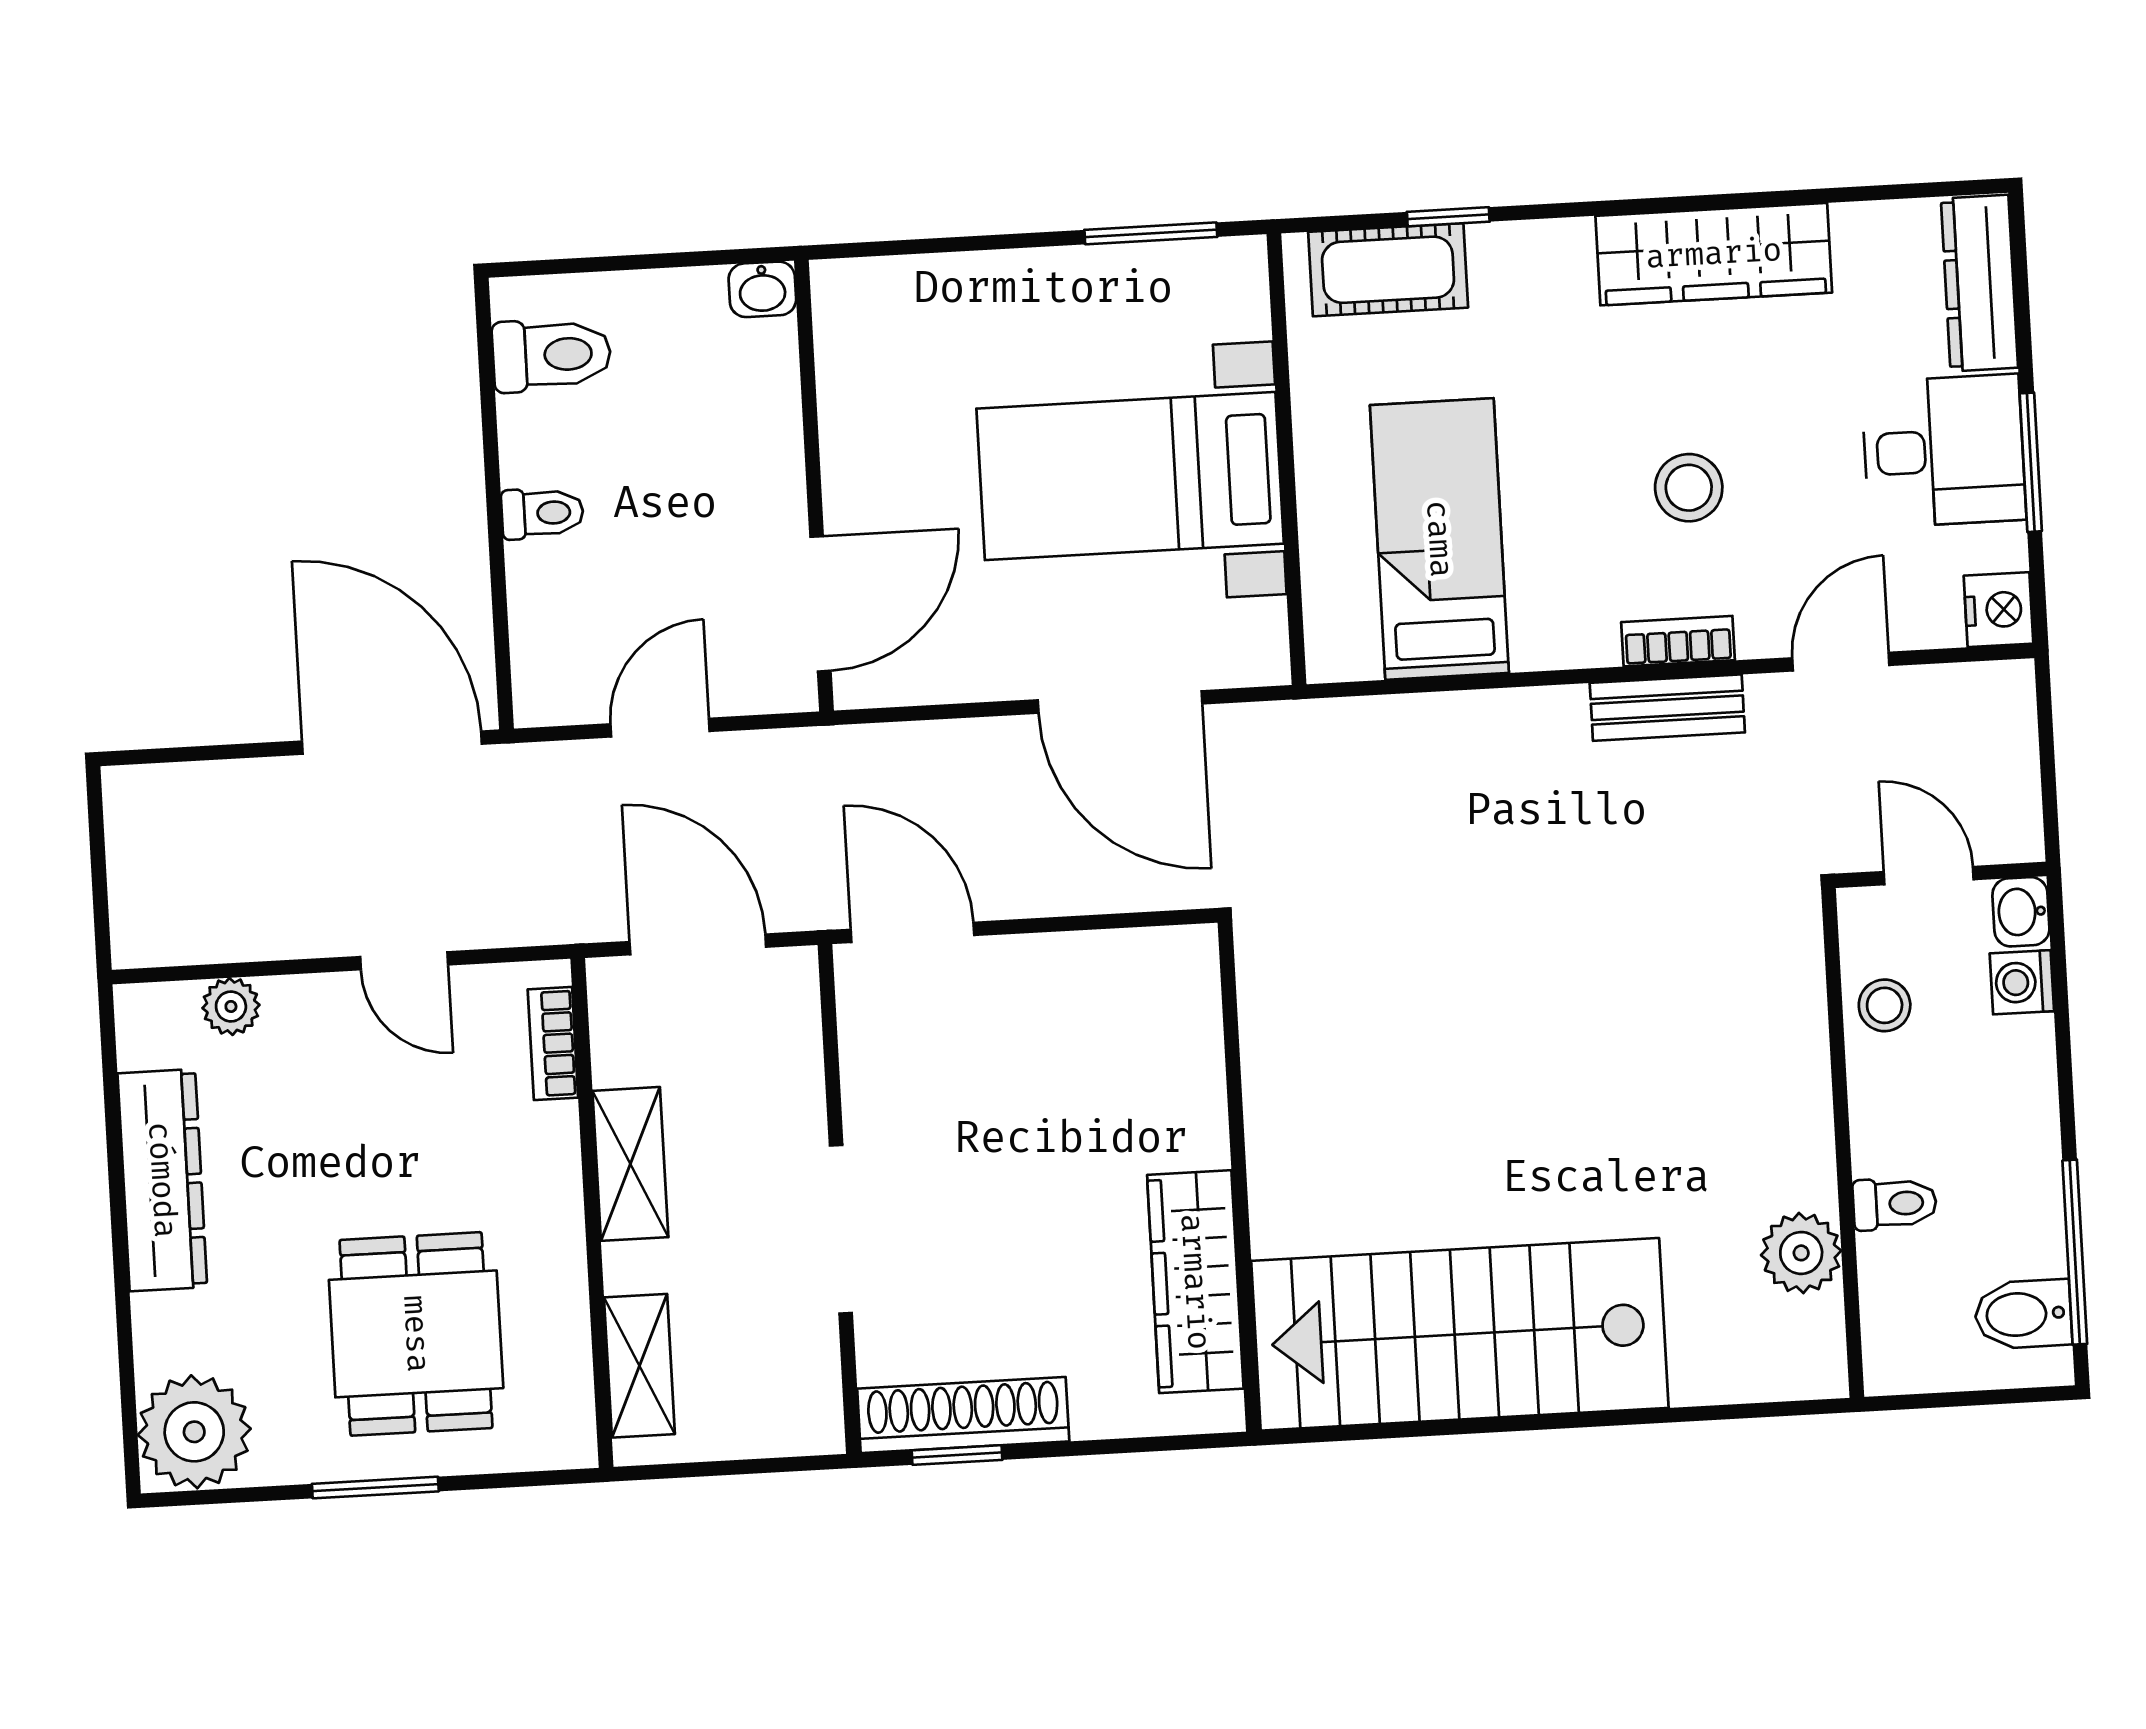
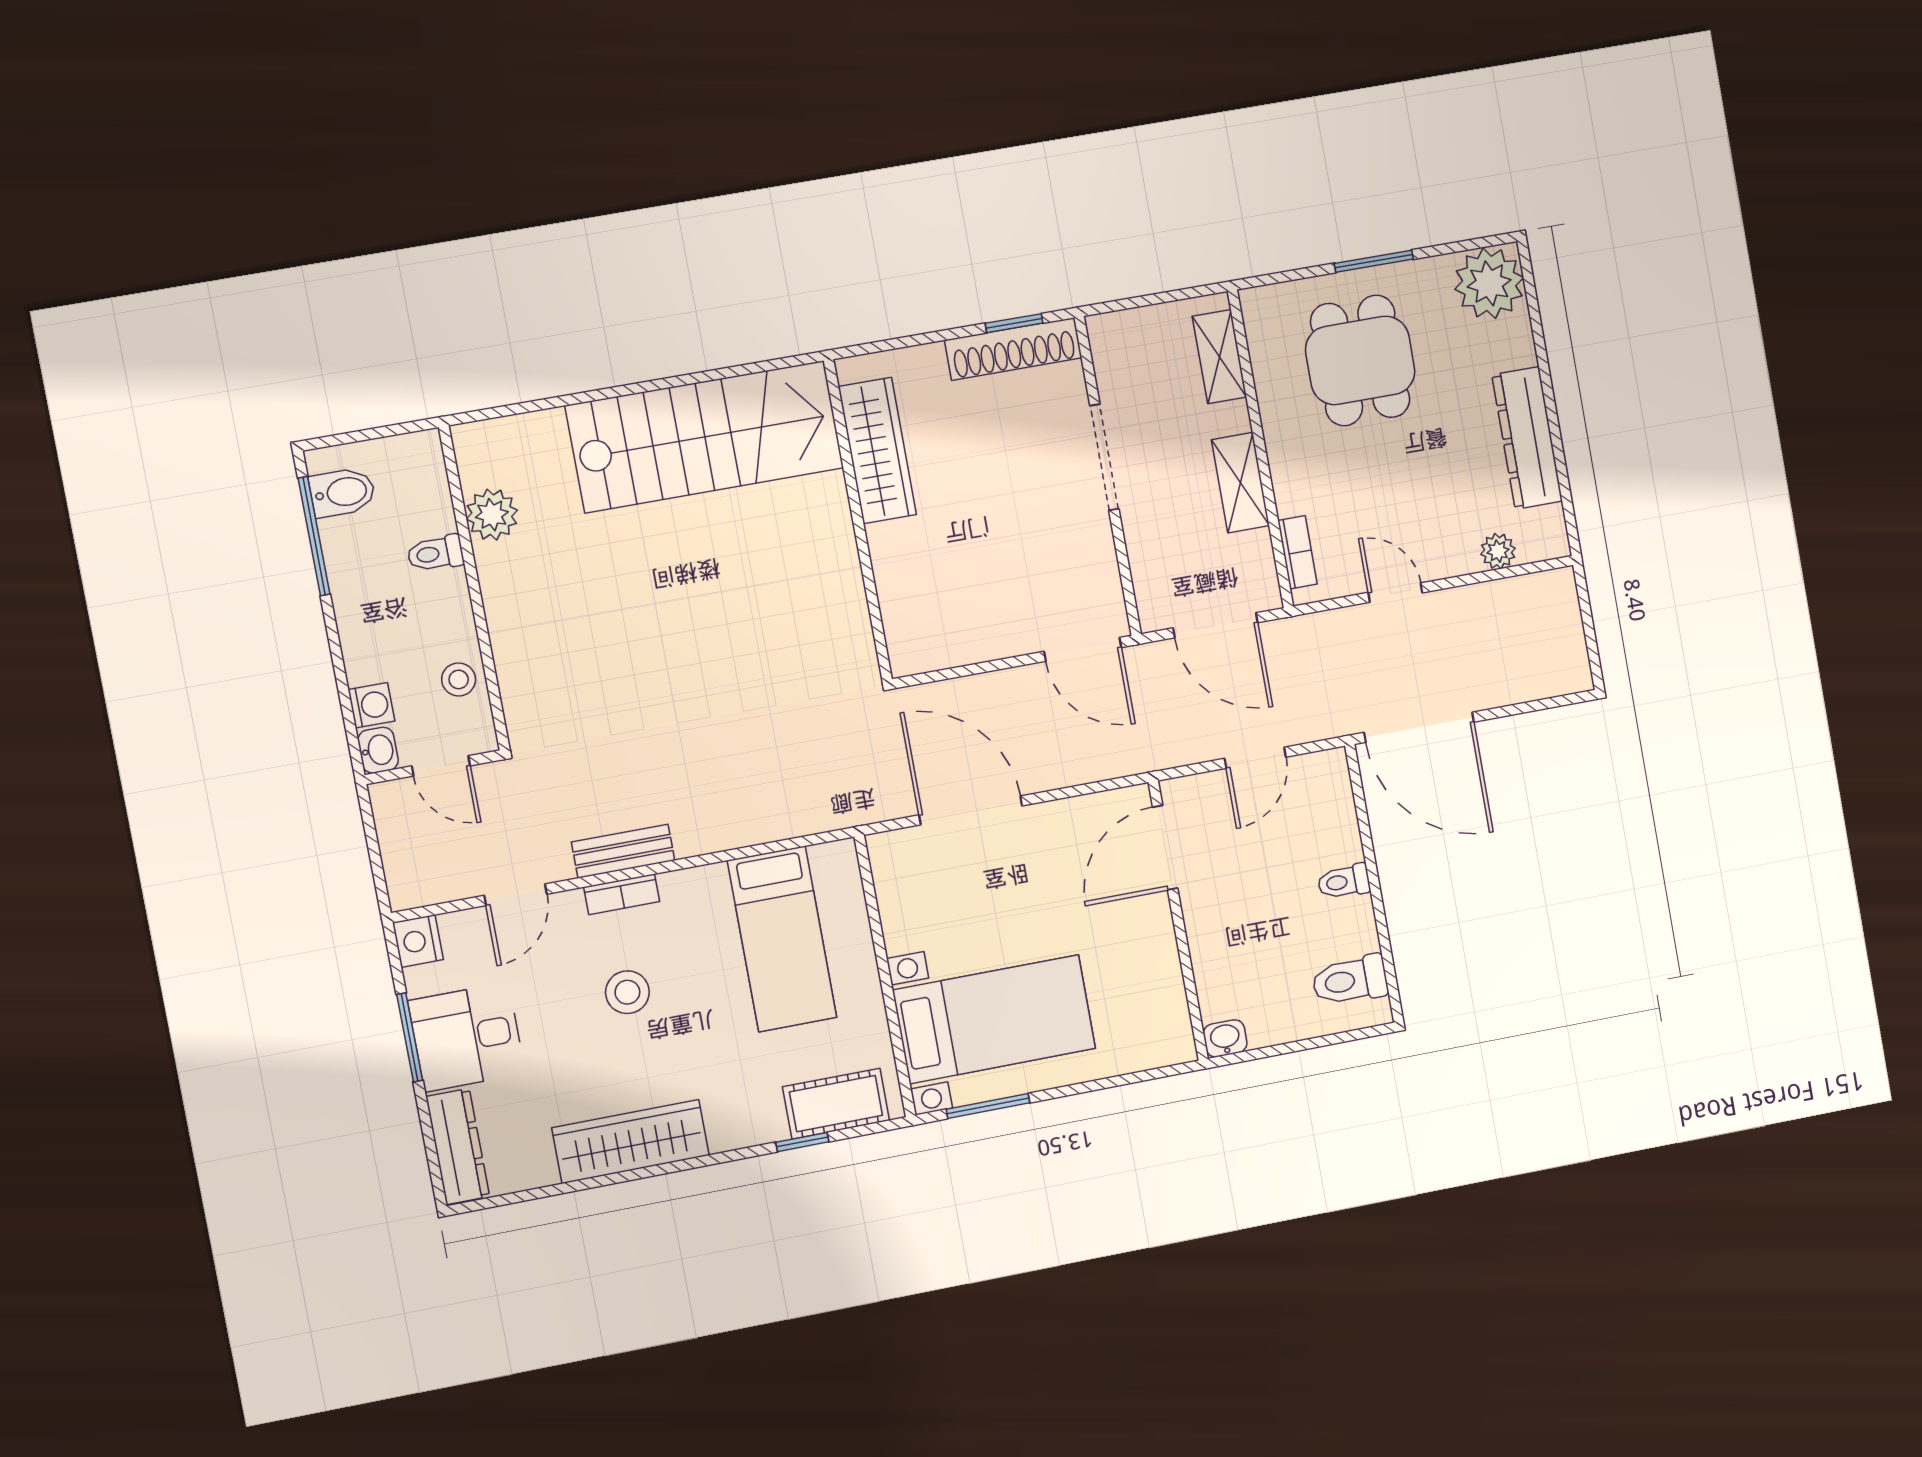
bed with nightstands: (1130, 476) -> (994, 1019), moved

